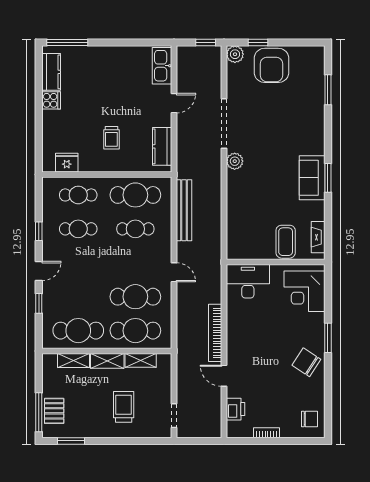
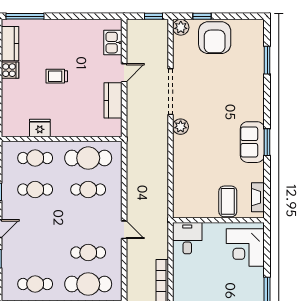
kitchen sink: (162, 66) -> (113, 43), width x0.73
trolley: (111, 138) -> (57, 76), moved, turned 90
kitchen counter: (162, 146) -> (113, 100), moved
fridge: (67, 163) -> (40, 128), moved
bench: (184, 210) -> (133, 172), removed
desk: (248, 281) -> (187, 238), width x0.73
cafe table: (135, 297) -> (88, 253), width x0.73, depth x0.74
cafe table: (78, 331) -> (35, 284), width x0.73, depth x0.74

